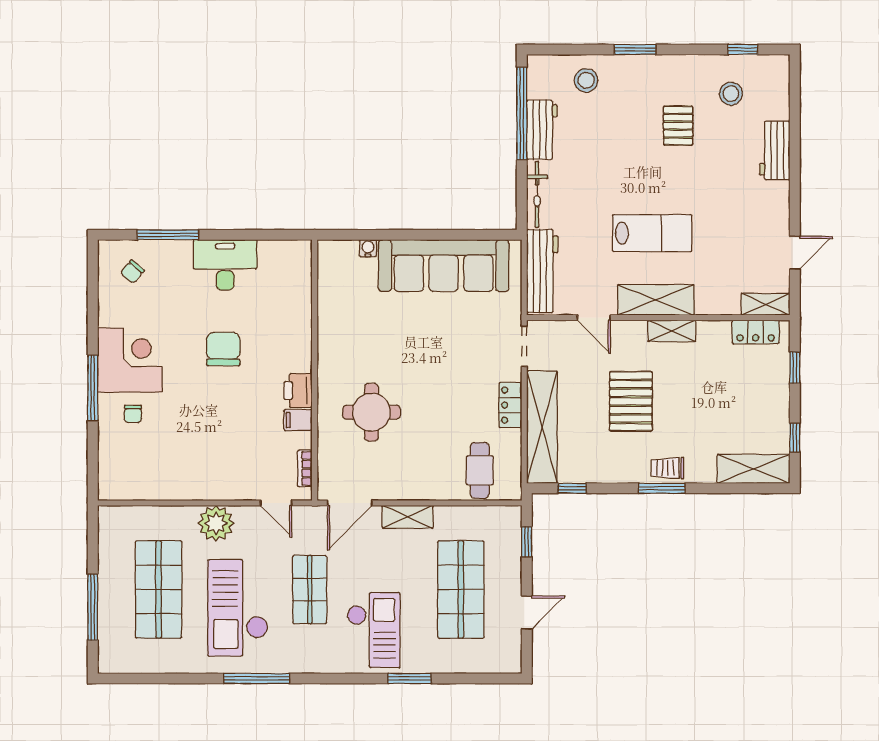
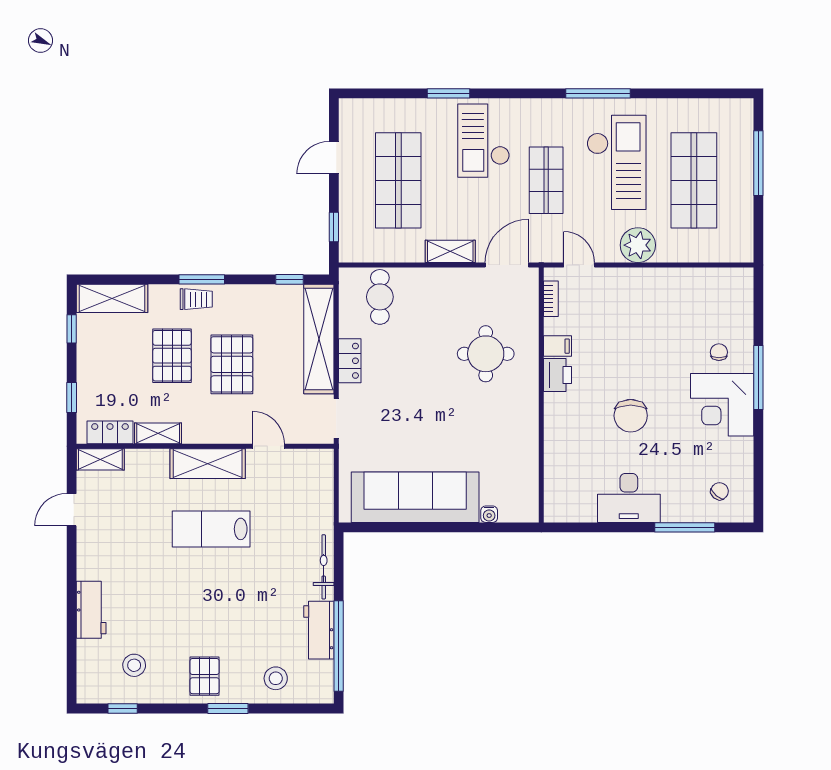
pallet: (678, 126) -> (205, 676), moved
workbench: (542, 271) -> (319, 492), removed
shelving: (672, 331) -> (158, 433), moved
pallet: (692, 410) -> (172, 356), added

